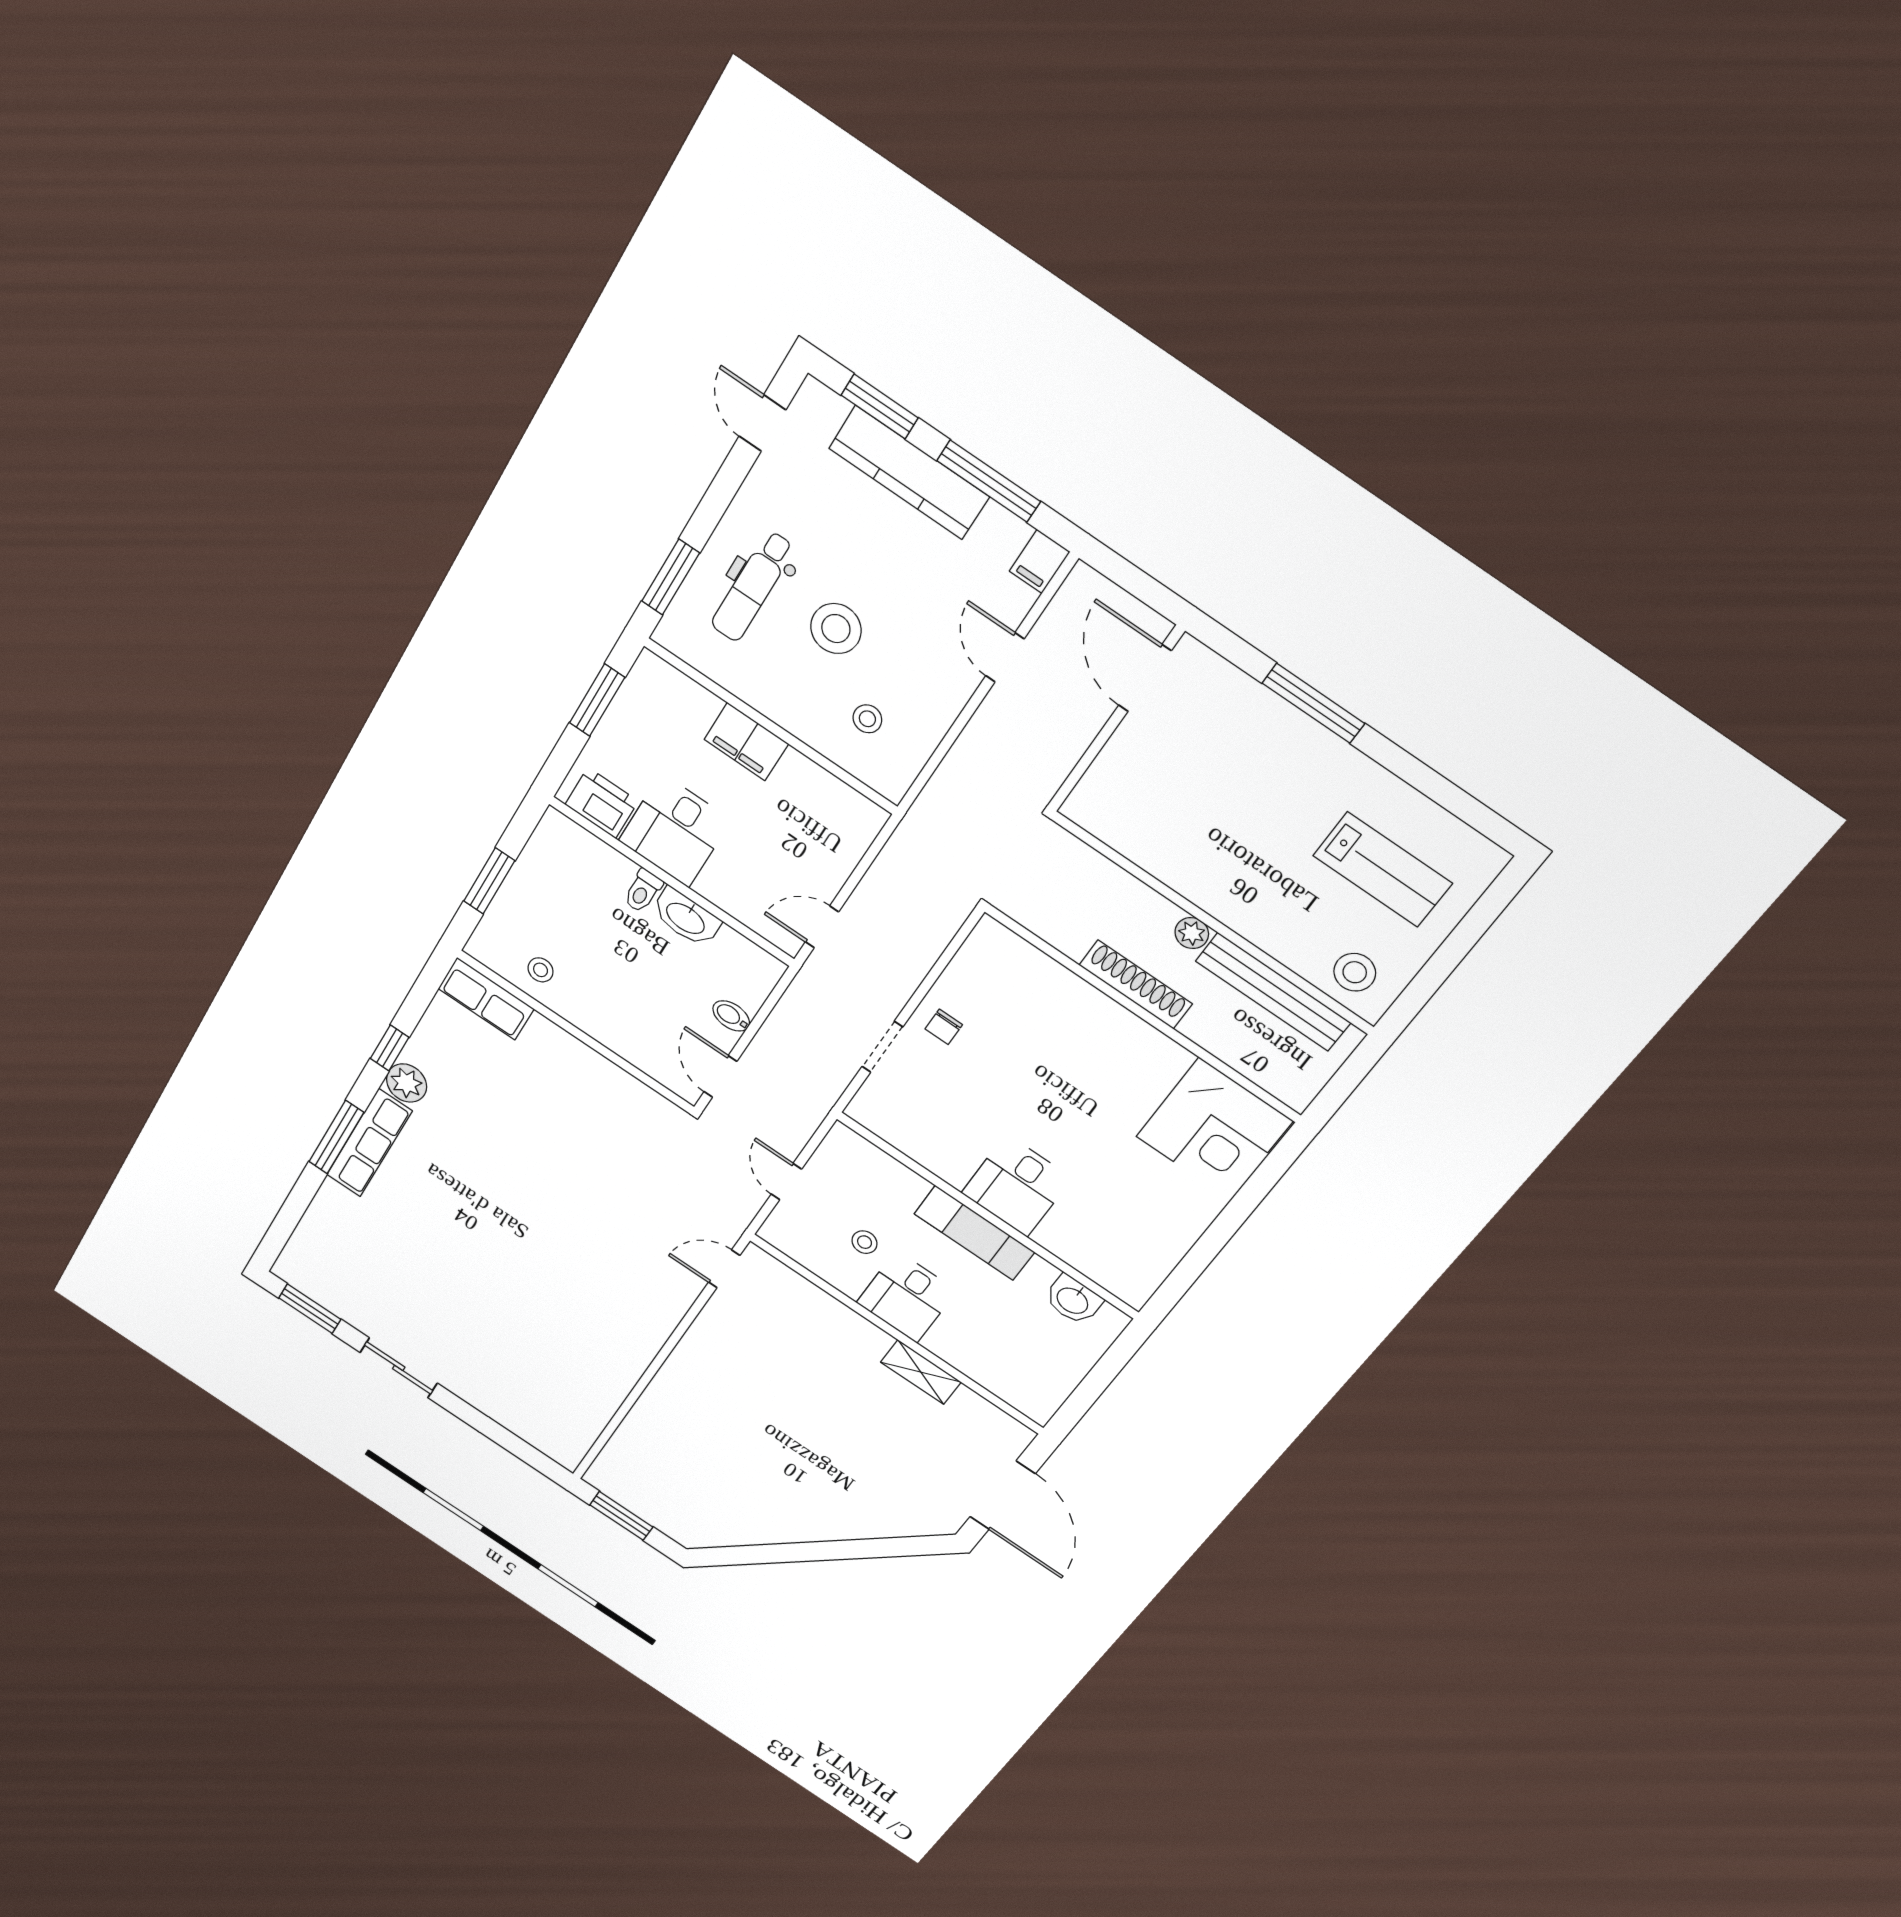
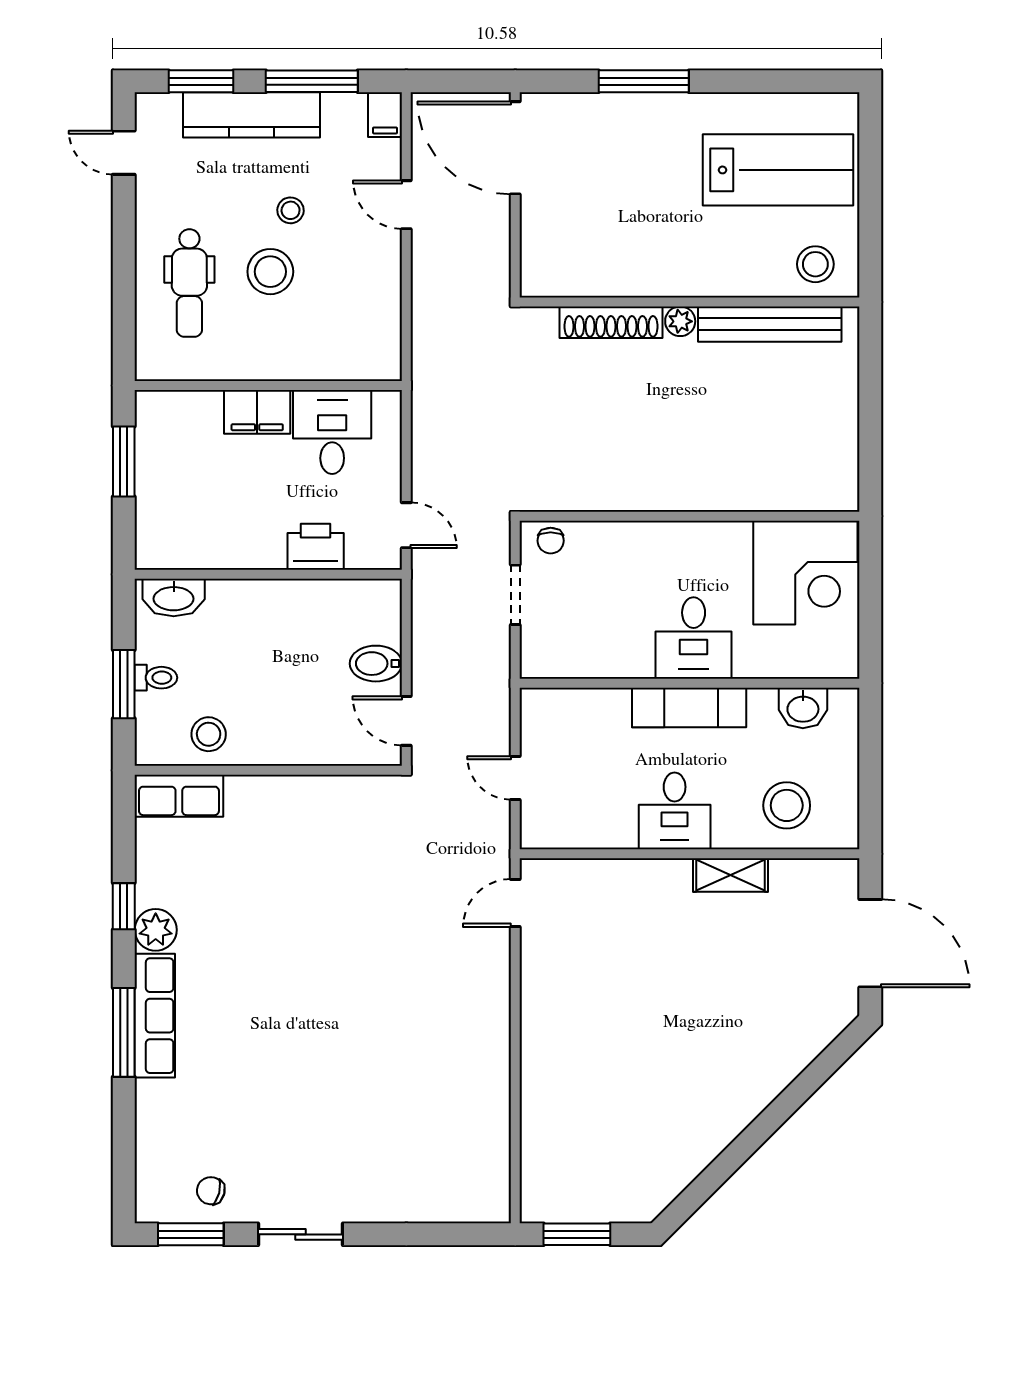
window: (671, 577) -> (124, 320), removed
door: (1145, 678) -> (515, 148), width x1.36
stool: (867, 719) -> (291, 210), moved
printer: (602, 803) -> (316, 547), moved
desk: (675, 830) -> (332, 432), moved, turned 180
lab bench: (1383, 870) -> (778, 170), width x1.36, depth x1.39
toilet: (643, 891) -> (156, 678), moved, turned -90
washbasin: (686, 918) -> (174, 598), moved
door: (822, 927) -> (406, 525), swing flipped
stool: (541, 970) -> (209, 734), width x1.37, depth x1.37
shoe rack: (1136, 985) -> (611, 322), moved, turned 180
wall: (1143, 1014) -> (689, 516), moved
bidet: (731, 1016) -> (376, 664), width x1.38, depth x1.36
corner desk: (1214, 1129) -> (805, 573), moved
stool: (865, 1242) -> (787, 805), moved, width x1.89, depth x1.89
chair: (344, 1291) -> (211, 1191), added

